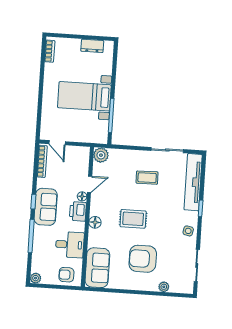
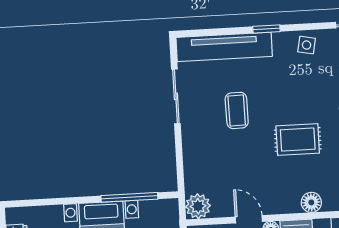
coffee table: (147, 178) -> (237, 110), moved
rug: (133, 219) -> (298, 139), turned 90

